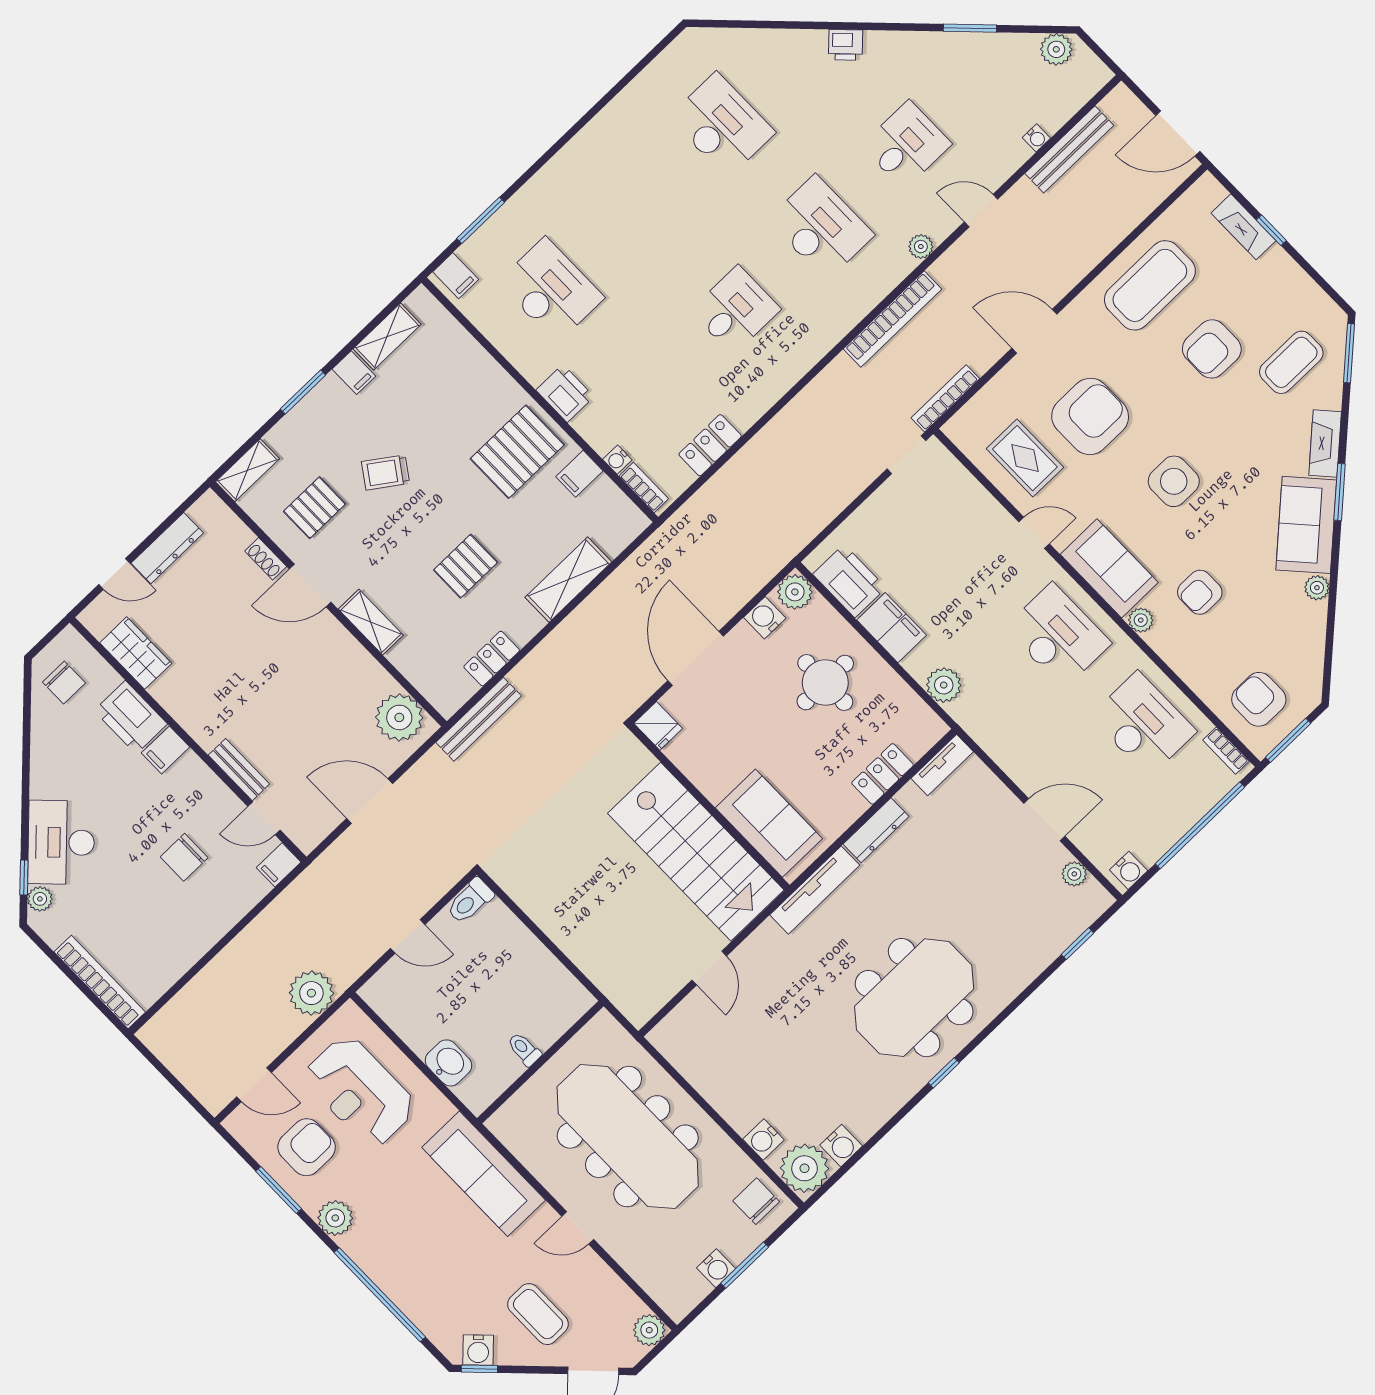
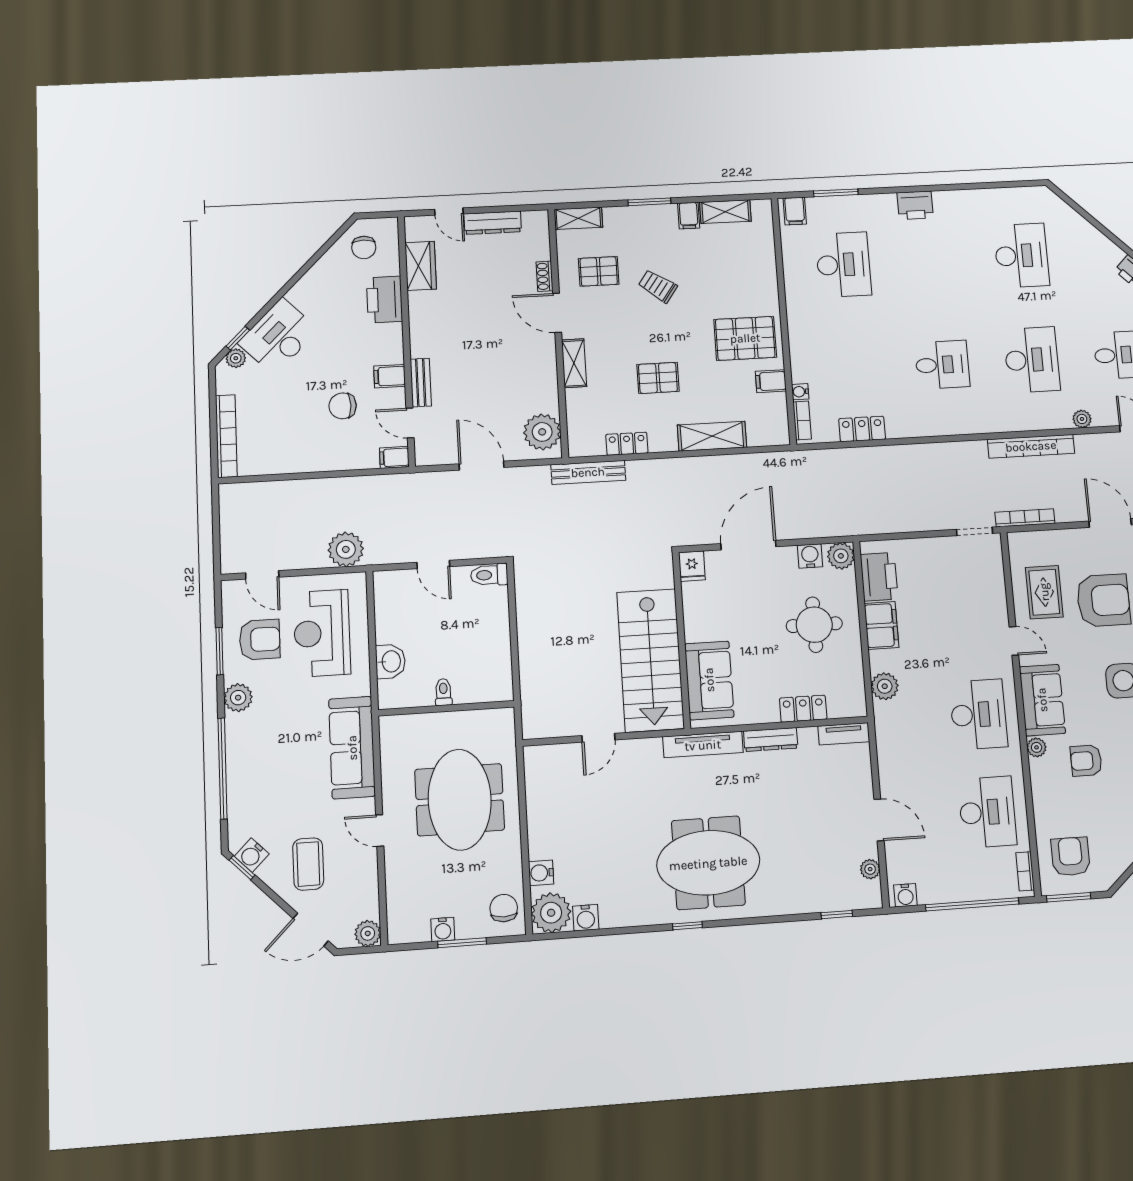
printer: (565, 393) -> (915, 205), moved, turned 90
filing cabinet: (166, 750) -> (390, 376), moved
meeting table: (628, 1137) -> (460, 800), width x0.73

